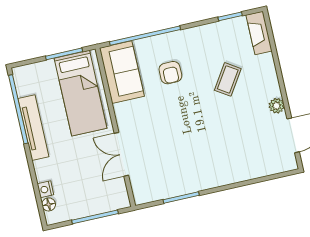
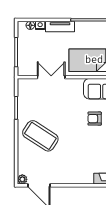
coffee table: (228, 79) -> (40, 136), moved, width x1.86, depth x1.72
plant: (277, 106) -> (22, 179), moved
tv unit: (33, 128) -> (60, 27), moved, width x0.71

